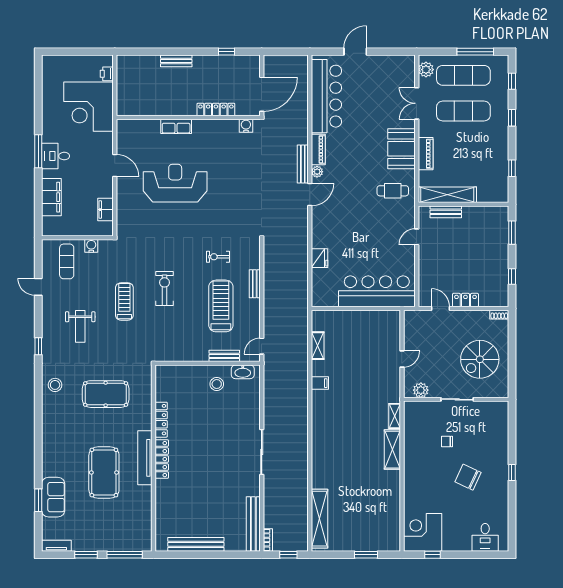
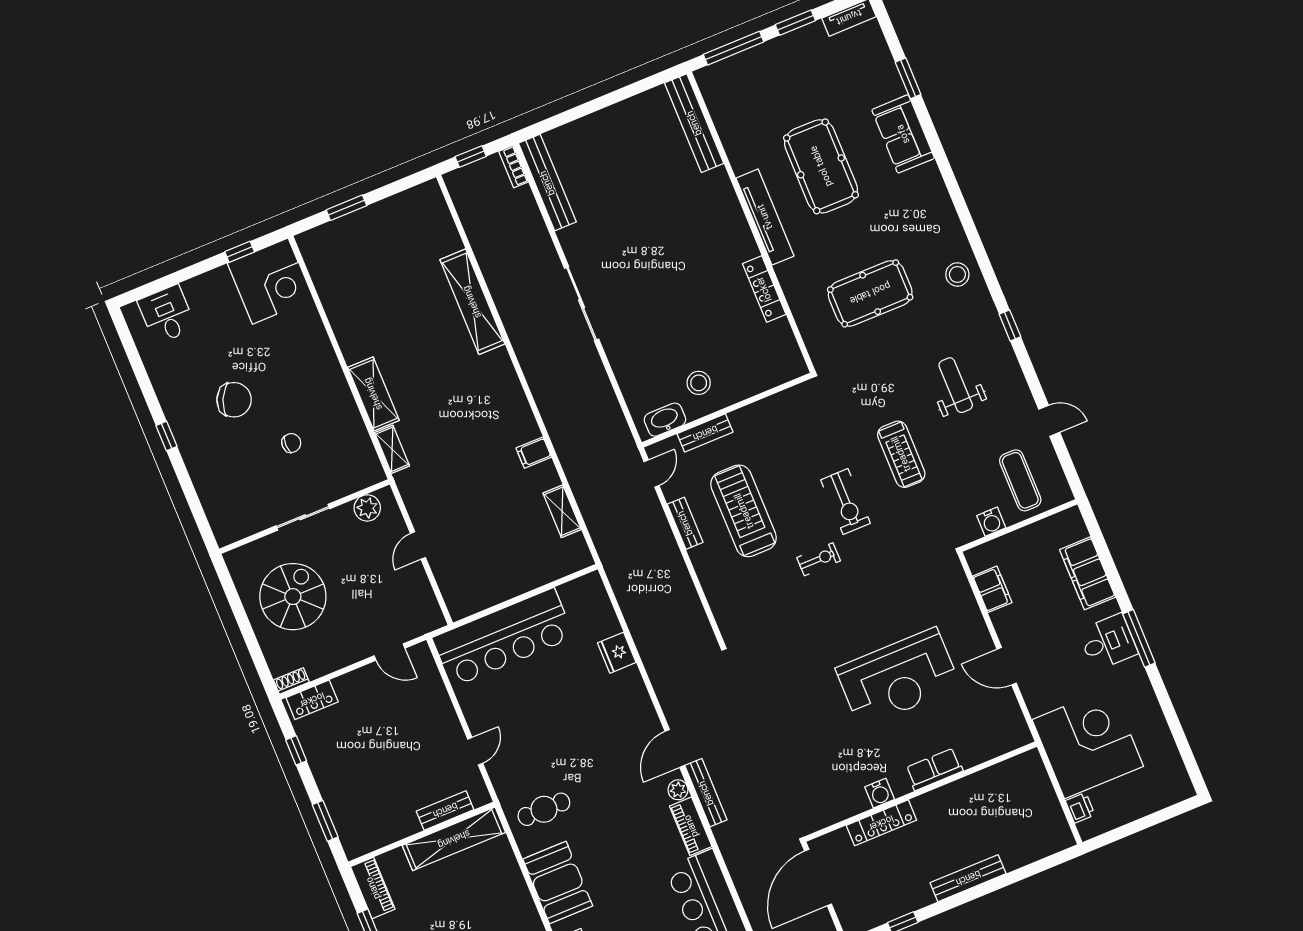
bench: (176, 61) -> (968, 878), width x1.36
water cooler: (246, 126) -> (880, 793), moved
piano: (426, 154) -> (373, 888), moved, turned 180
exercise bike: (218, 257) -> (819, 559), moved
bench: (255, 284) -> (685, 523), moved
locker: (465, 300) -> (312, 700), moved
treadmill: (221, 306) -> (744, 511), turned 180
locker: (162, 459) -> (737, 226), removed
sofa: (53, 497) -> (903, 134), moved
shelving: (319, 519) -> (472, 302), moved
bench: (196, 544) -> (694, 123), moved, turned 90

